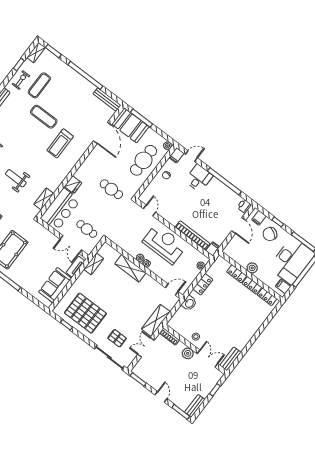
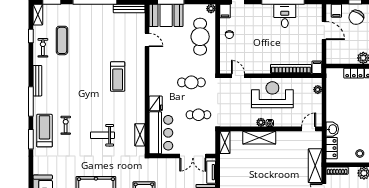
exercise mat: (44, 117) -> (86, 64), removed
door: (102, 133) -> (147, 40), width x0.53
desk: (199, 178) -> (285, 16), moved
printer: (244, 206) -> (316, 10), removed
cafe table: (87, 229) -> (198, 115), moved
shelving: (94, 264) -> (225, 142), moved
locker: (203, 284) -> (332, 148), moved

